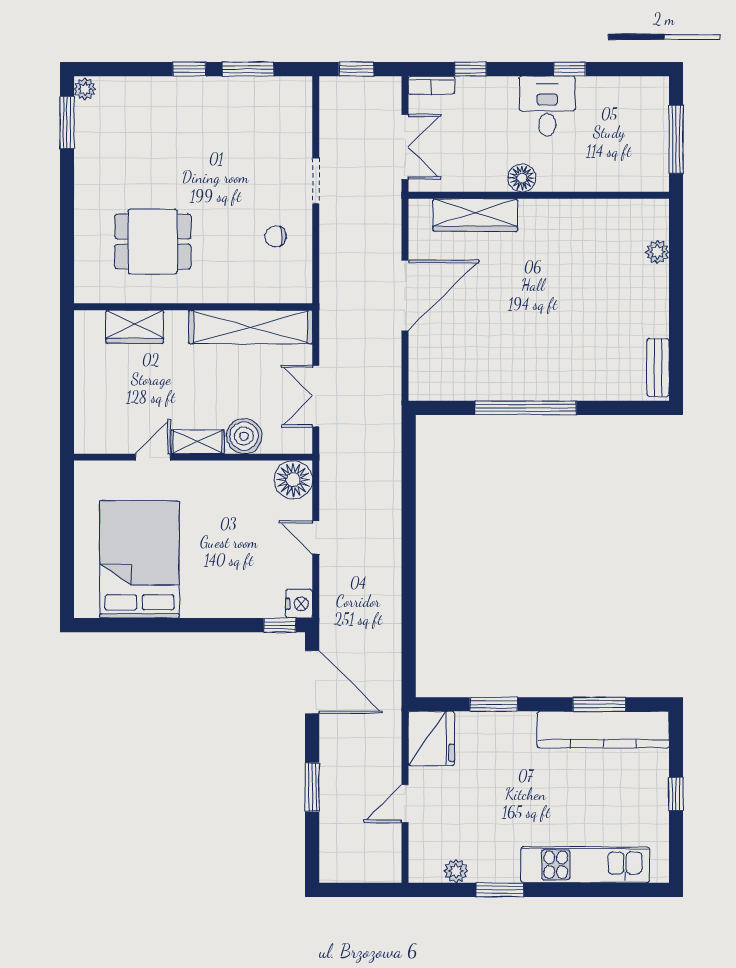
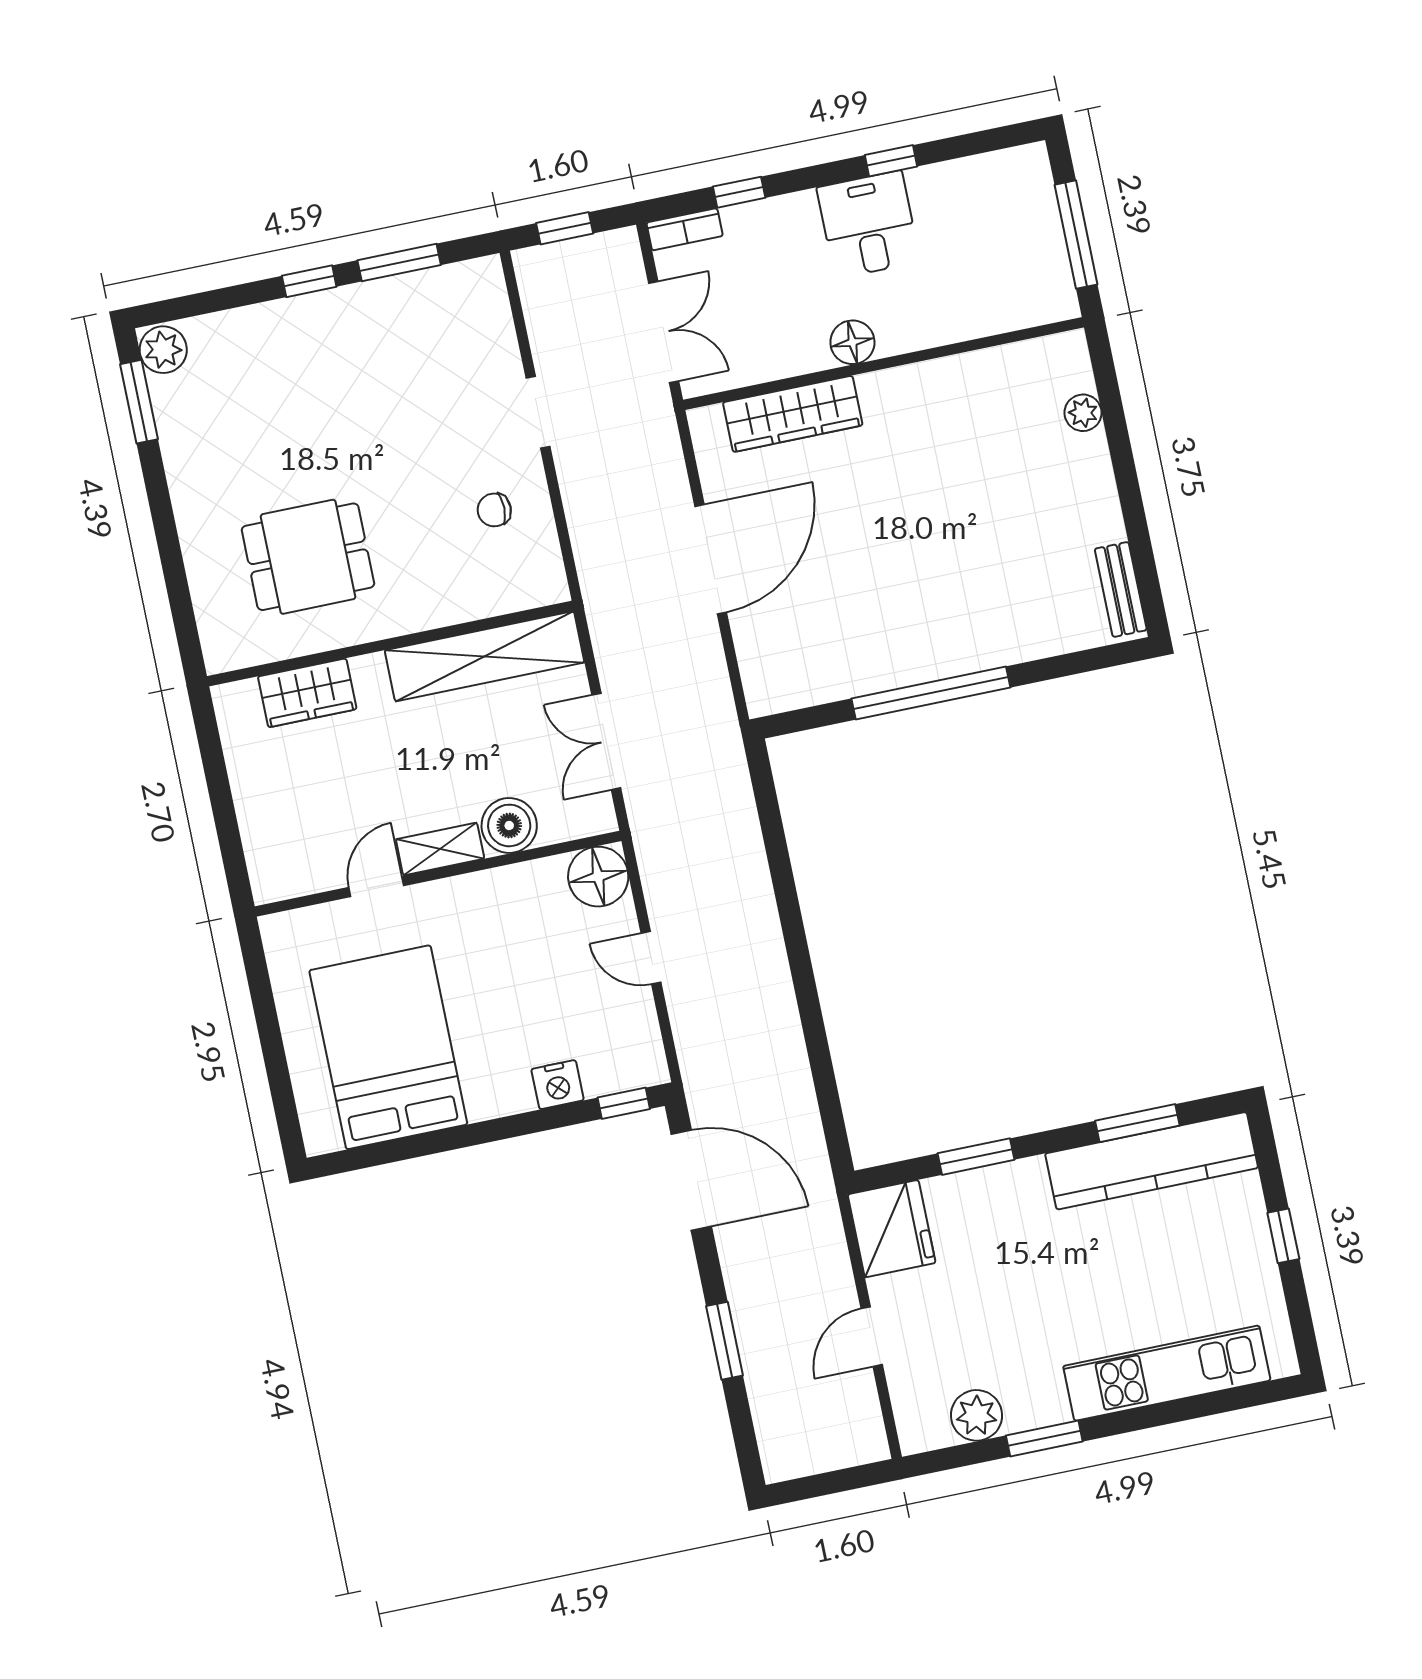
plant: (85, 89) -> (163, 350), width x1.38, depth x1.38
nightstand: (299, 604) -> (558, 1085), moved, turned 90
plant: (456, 871) -> (977, 1415), width x1.38, depth x1.38

